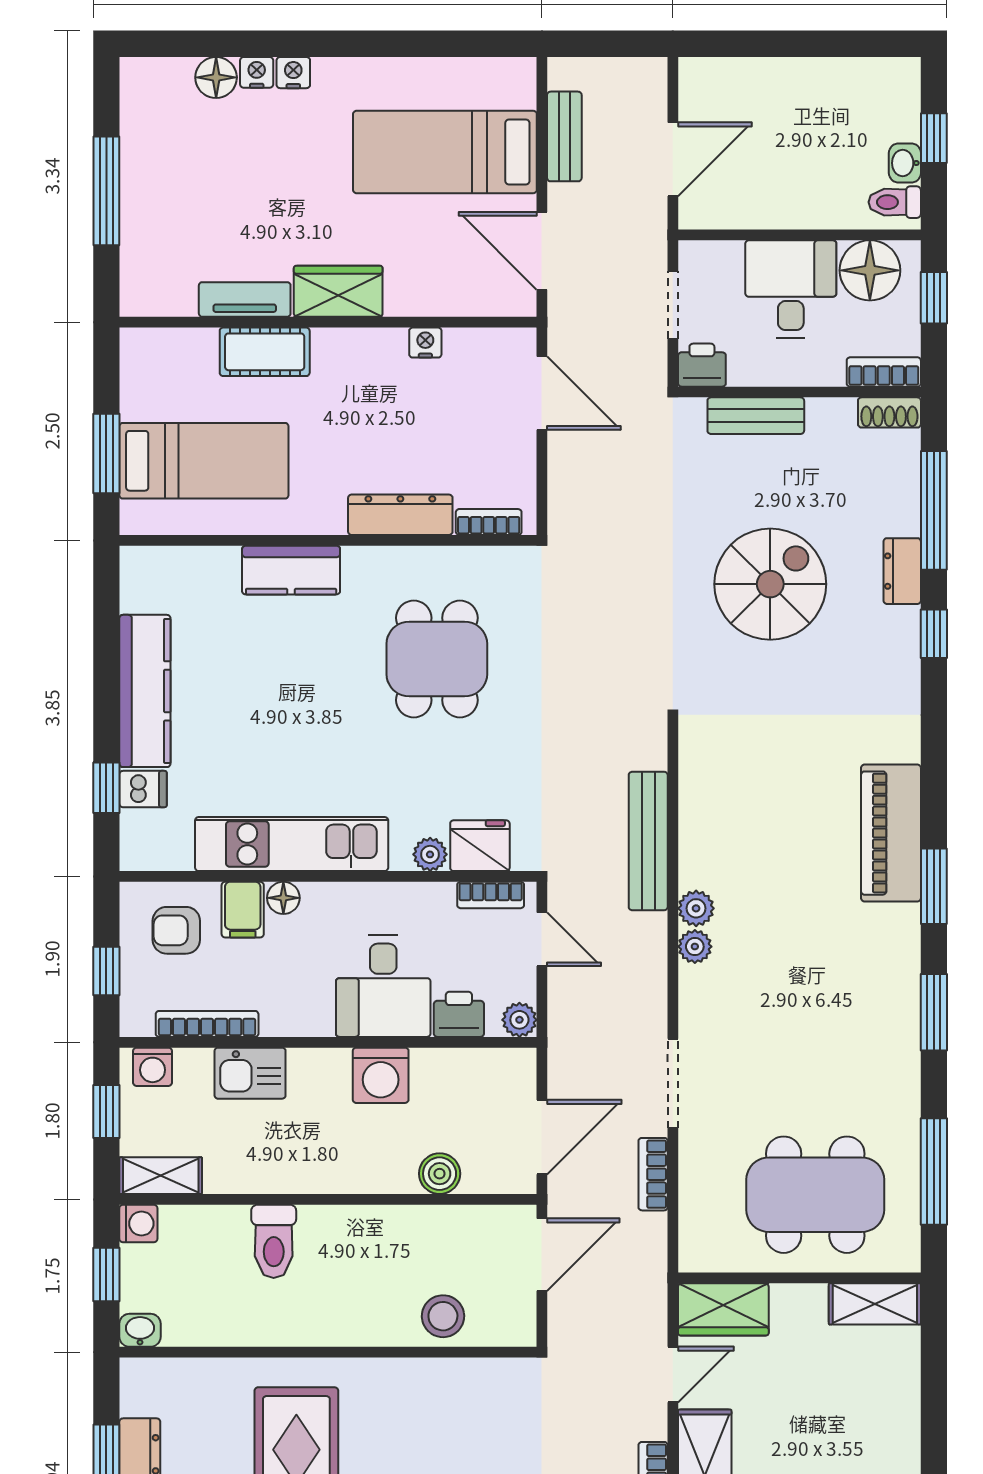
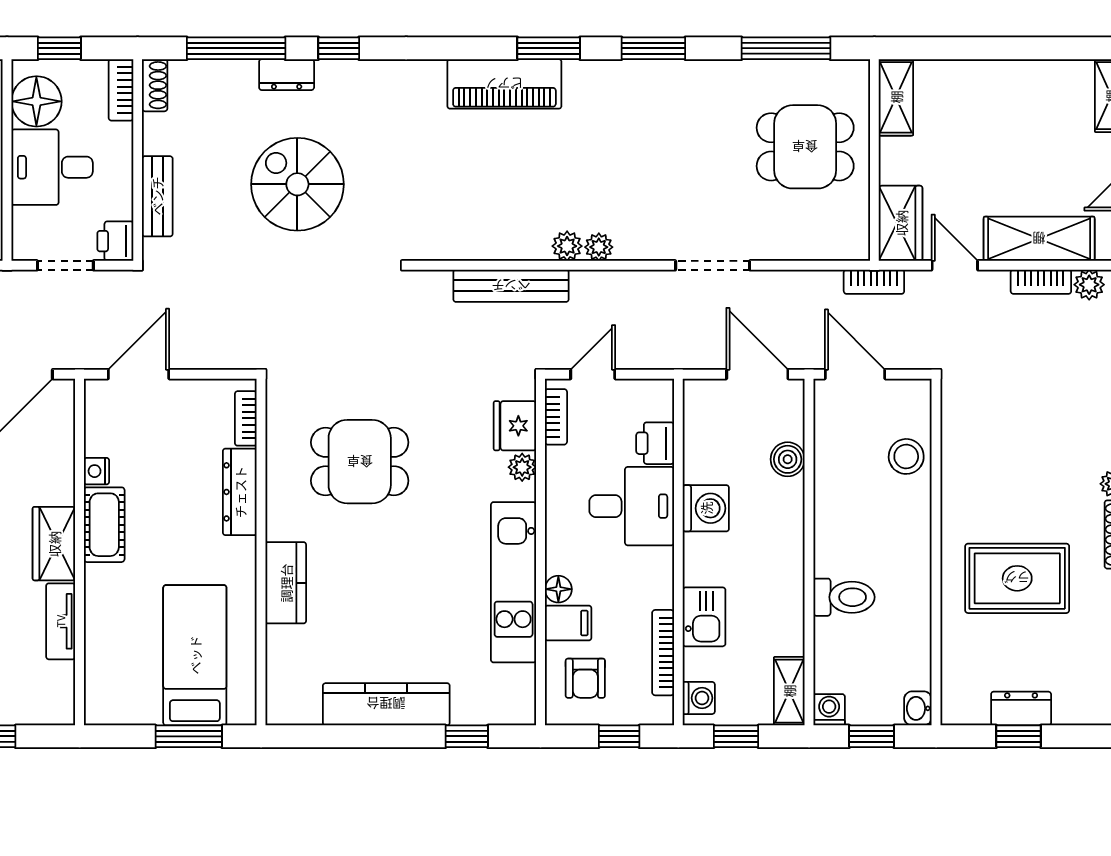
cot: (265, 352) -> (104, 525), moved
dishwasher: (143, 789) -> (468, 706), removed
plant: (519, 1020) -> (660, 393), removed
bookcase: (653, 1174) -> (874, 282), moved
dining table: (815, 1195) -> (805, 147), width x0.73

